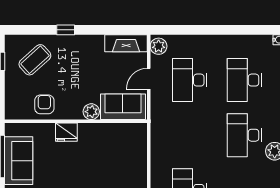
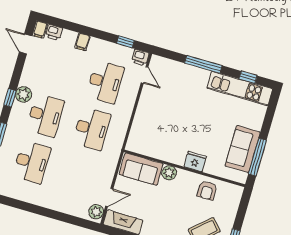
door: (149, 79) -> (109, 198), moved
desk: (190, 80) -> (92, 129), moved

